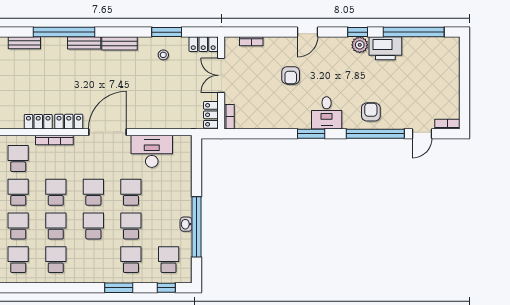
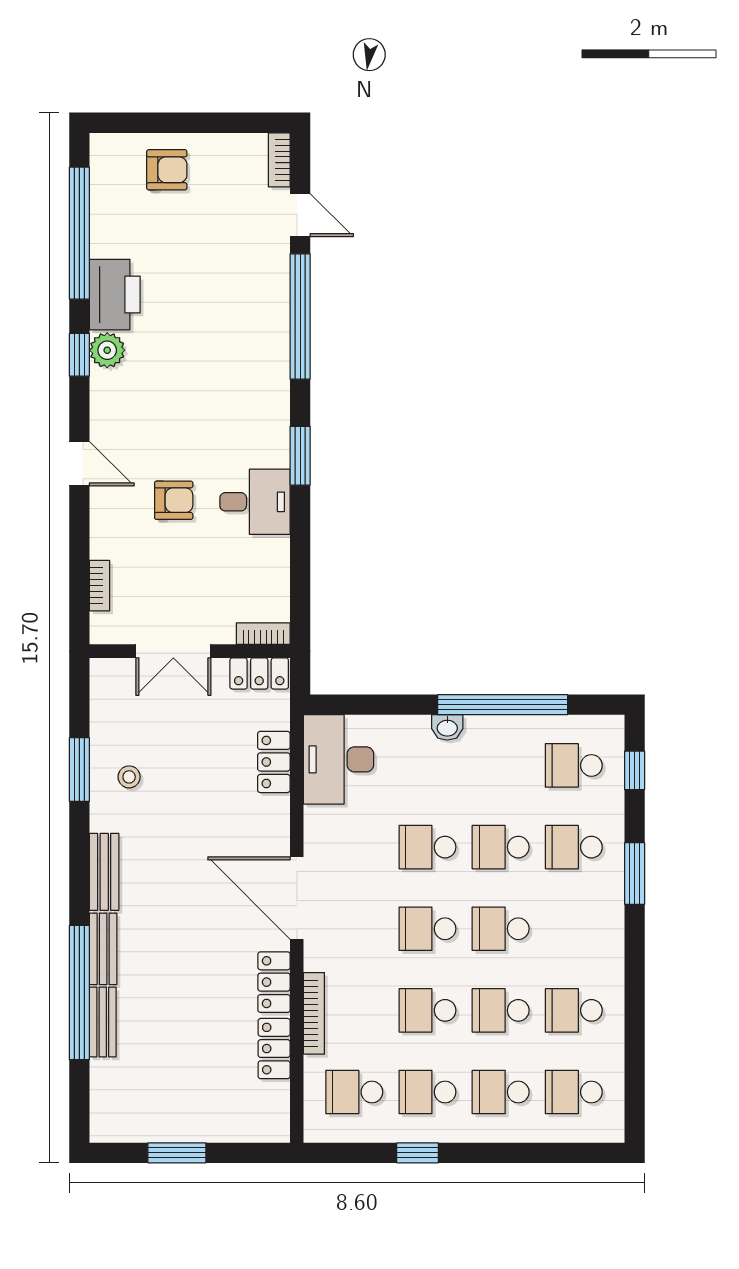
bench: (24, 43) -> (103, 1022), moved
locker: (203, 44) -> (274, 762), moved, turned 180
armchair: (371, 112) -> (167, 170), moved, turned 180
desk: (327, 113) -> (255, 502), moved
desk: (152, 151) -> (339, 759), moved
washbasin: (186, 224) -> (447, 727), moved

